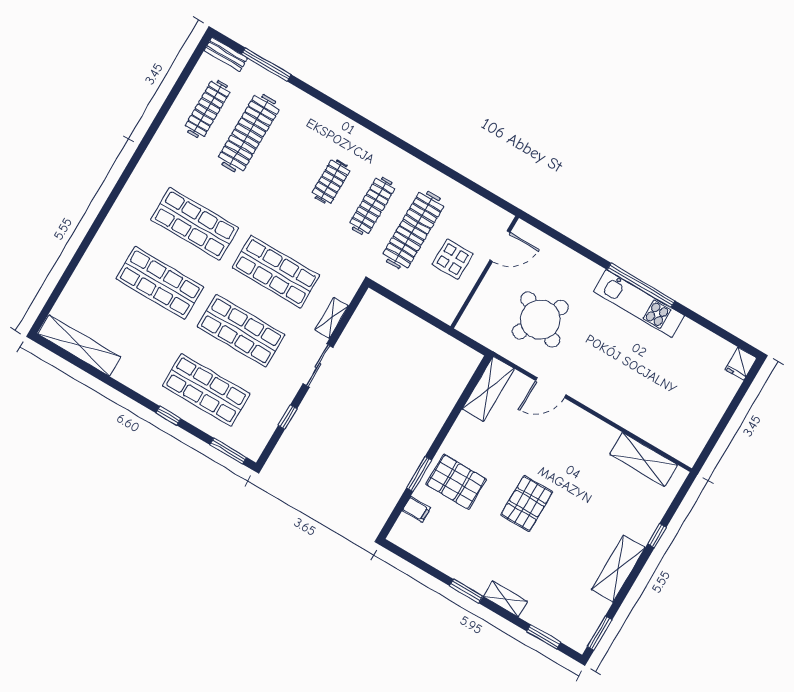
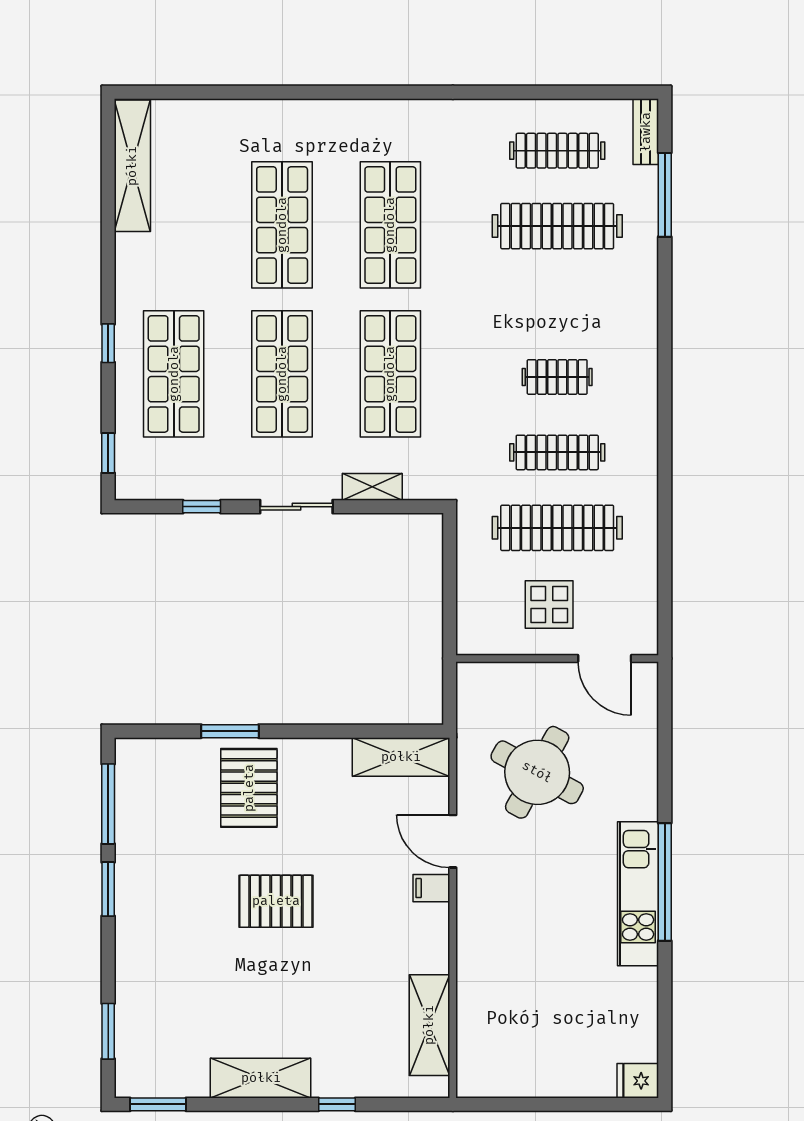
window: (228, 451) -> (108, 453), width x0.67
filing cabinet: (416, 509) -> (431, 888), moved, turned 90
window: (420, 564) -> (108, 804), added
shelving: (505, 599) -> (129, 949), removed

